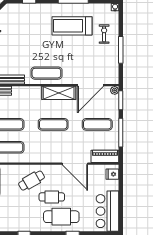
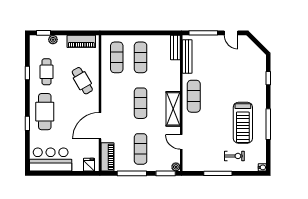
treadmill: (72, 26) -> (243, 123), turned 180
door: (91, 85) -> (181, 142), width x0.53
cafe table: (52, 197) -> (47, 72), moved

